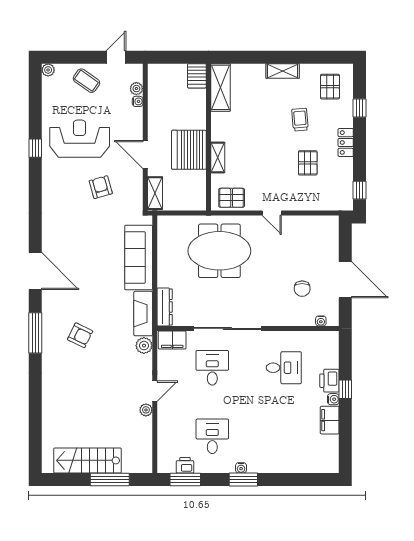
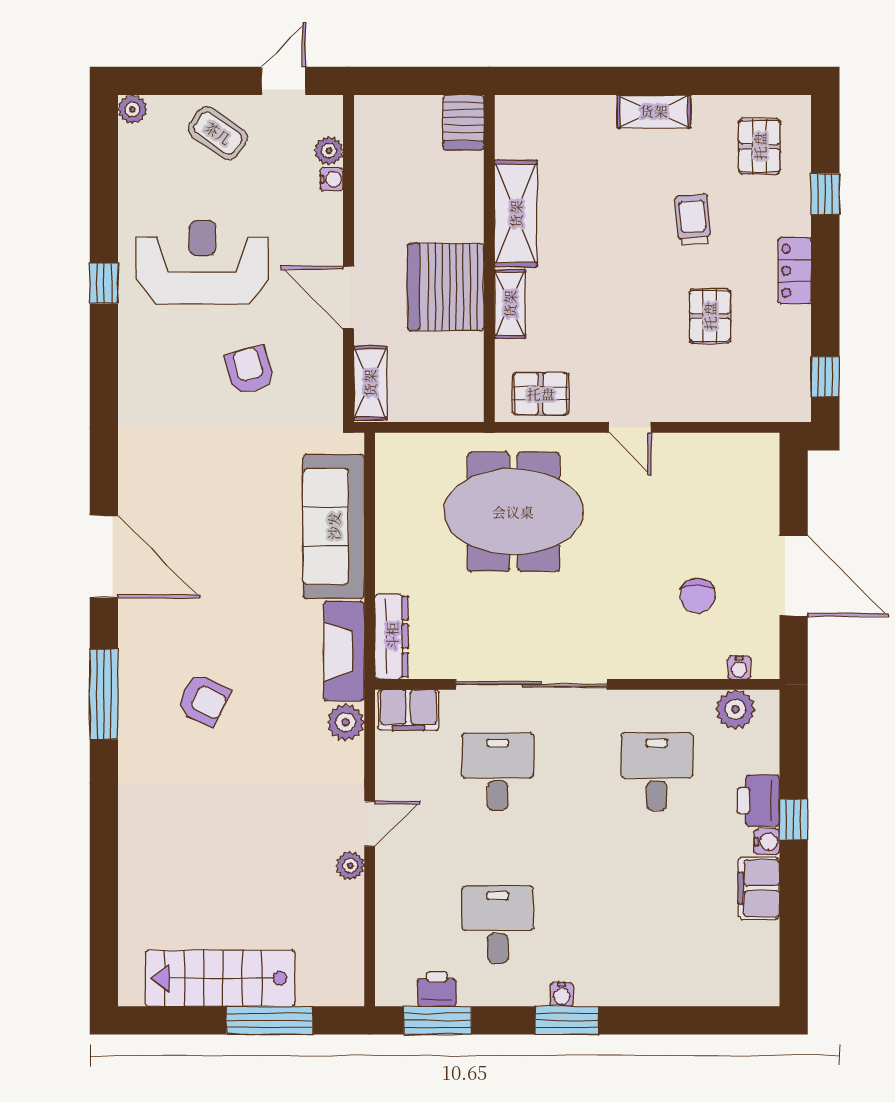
shelving: (220, 87) -> (516, 214), moved
plant: (319, 340) -> (735, 709), added
desk: (284, 368) -> (657, 772), turned -90

